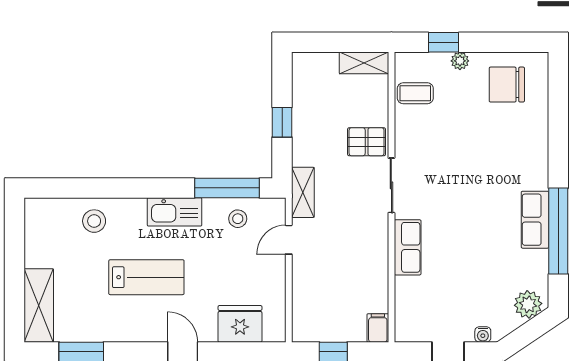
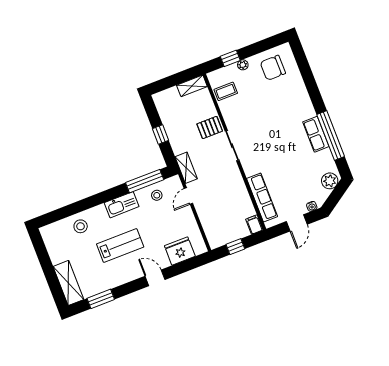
row of seats: (408, 247) -> (262, 197), moved, width x1.48

